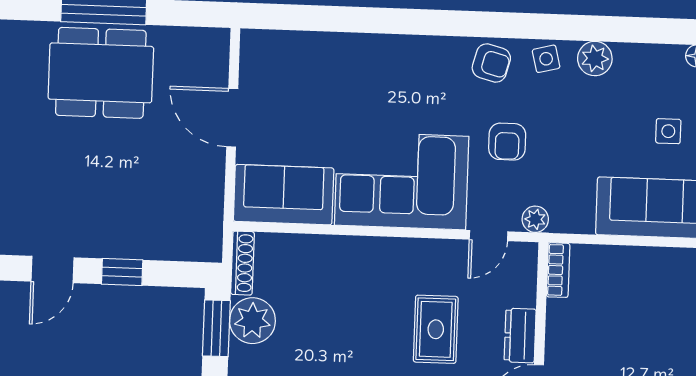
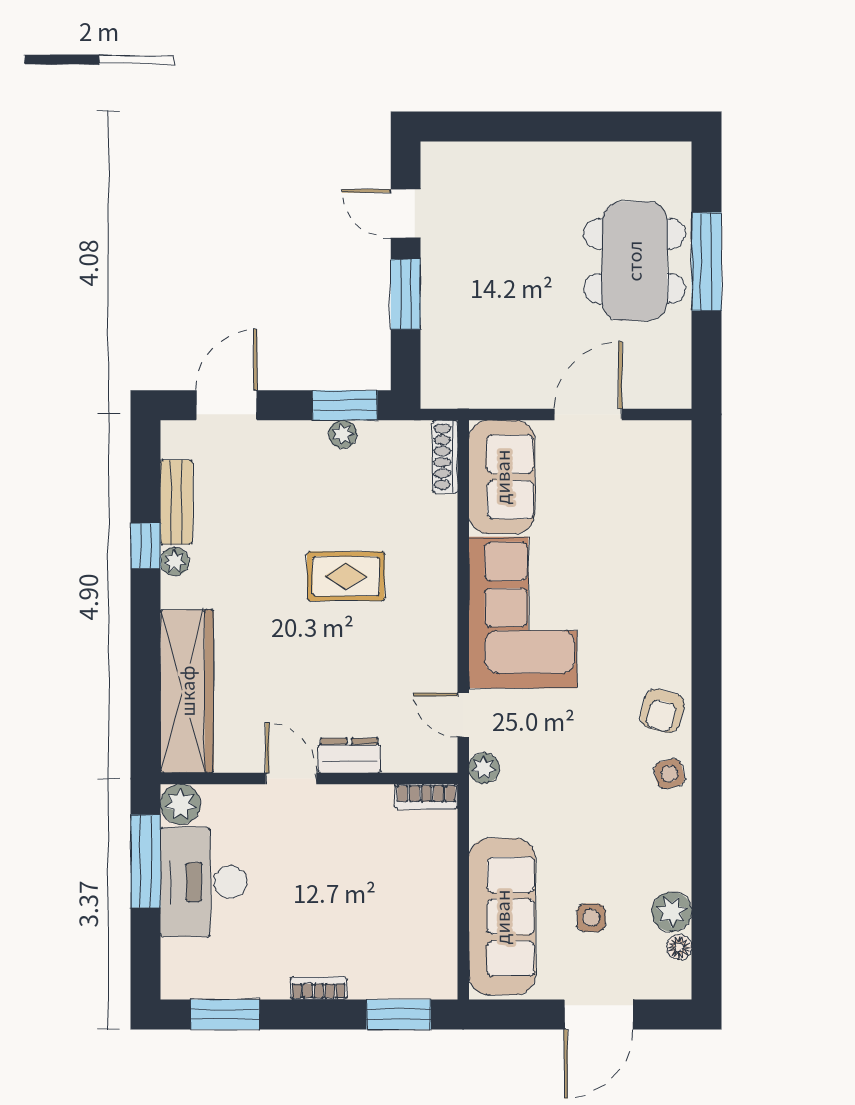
plant: (595, 58) -> (672, 912), moved
armchair: (507, 142) -> (572, 732), removed
shoe rack: (242, 263) -> (445, 457), moved, turned 90
window: (122, 272) -> (406, 294), width x1.50
plant: (252, 321) -> (343, 434), width x0.53, depth x0.53
rug: (436, 329) -> (346, 576), moved

